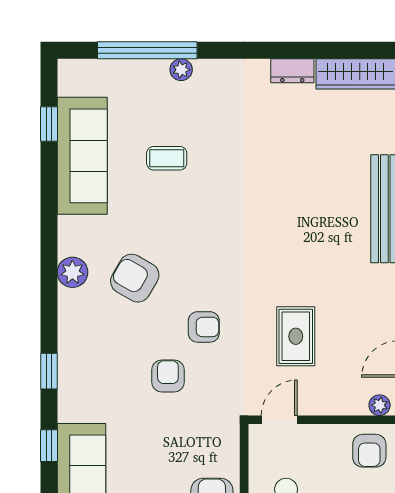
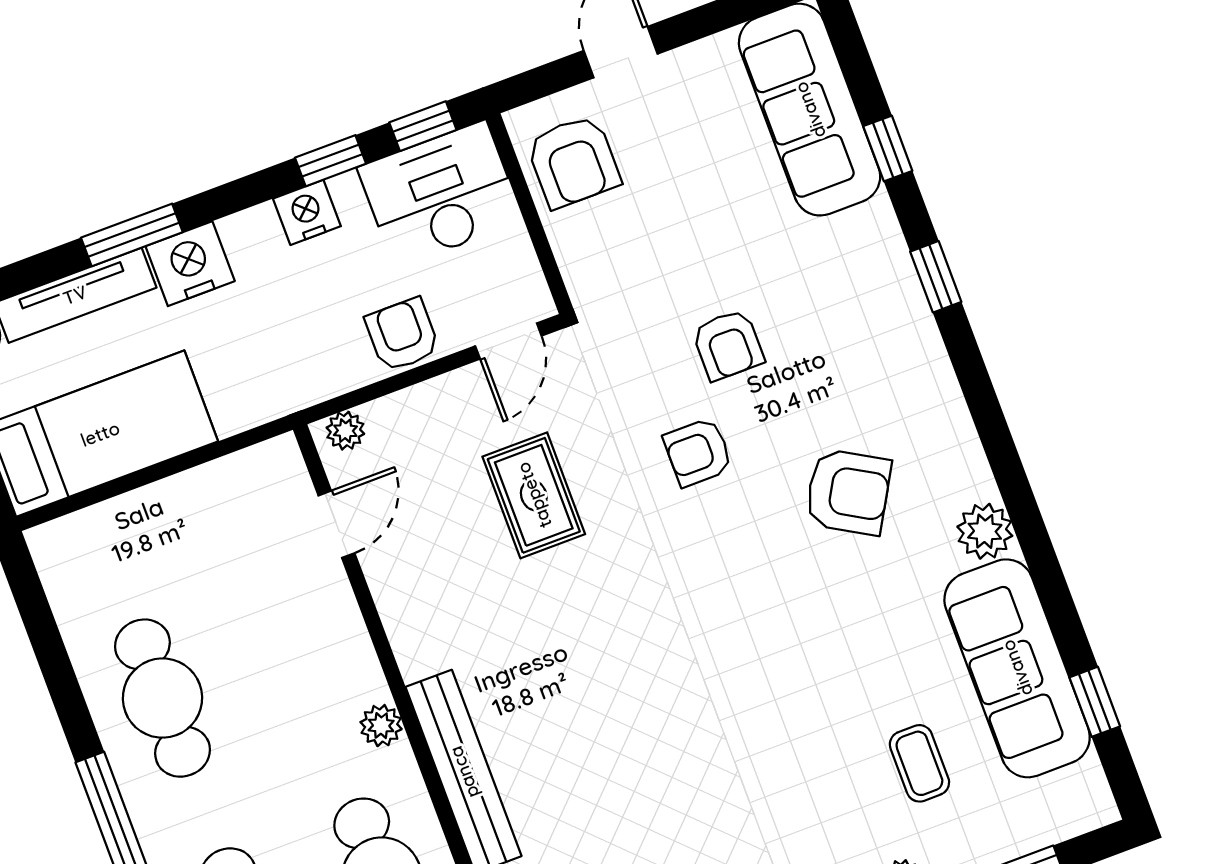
coffee table: (167, 158) -> (919, 763), moved, turned 90
plant: (72, 272) -> (985, 531), moved
armchair: (369, 451) -> (402, 335), moved

